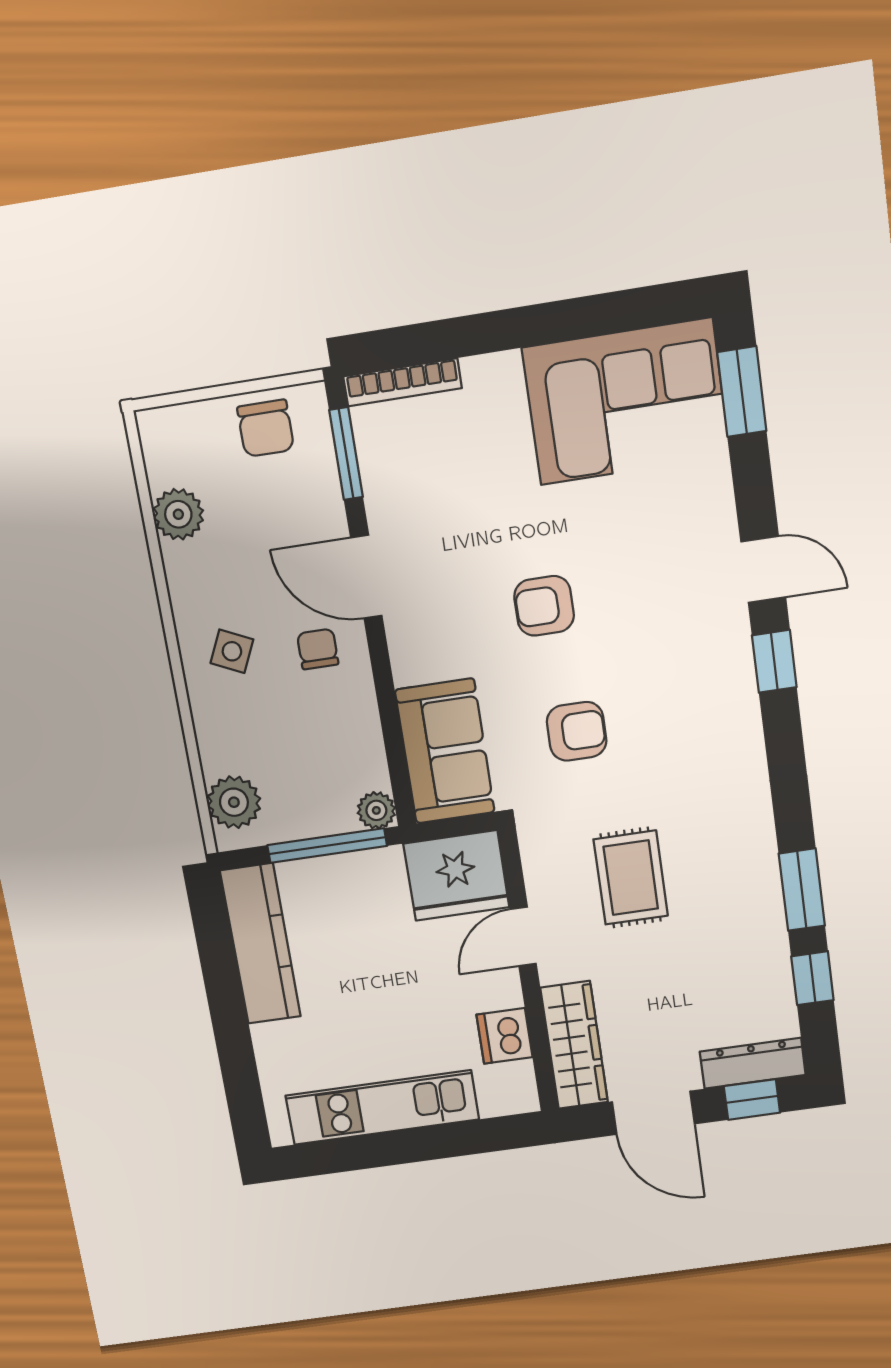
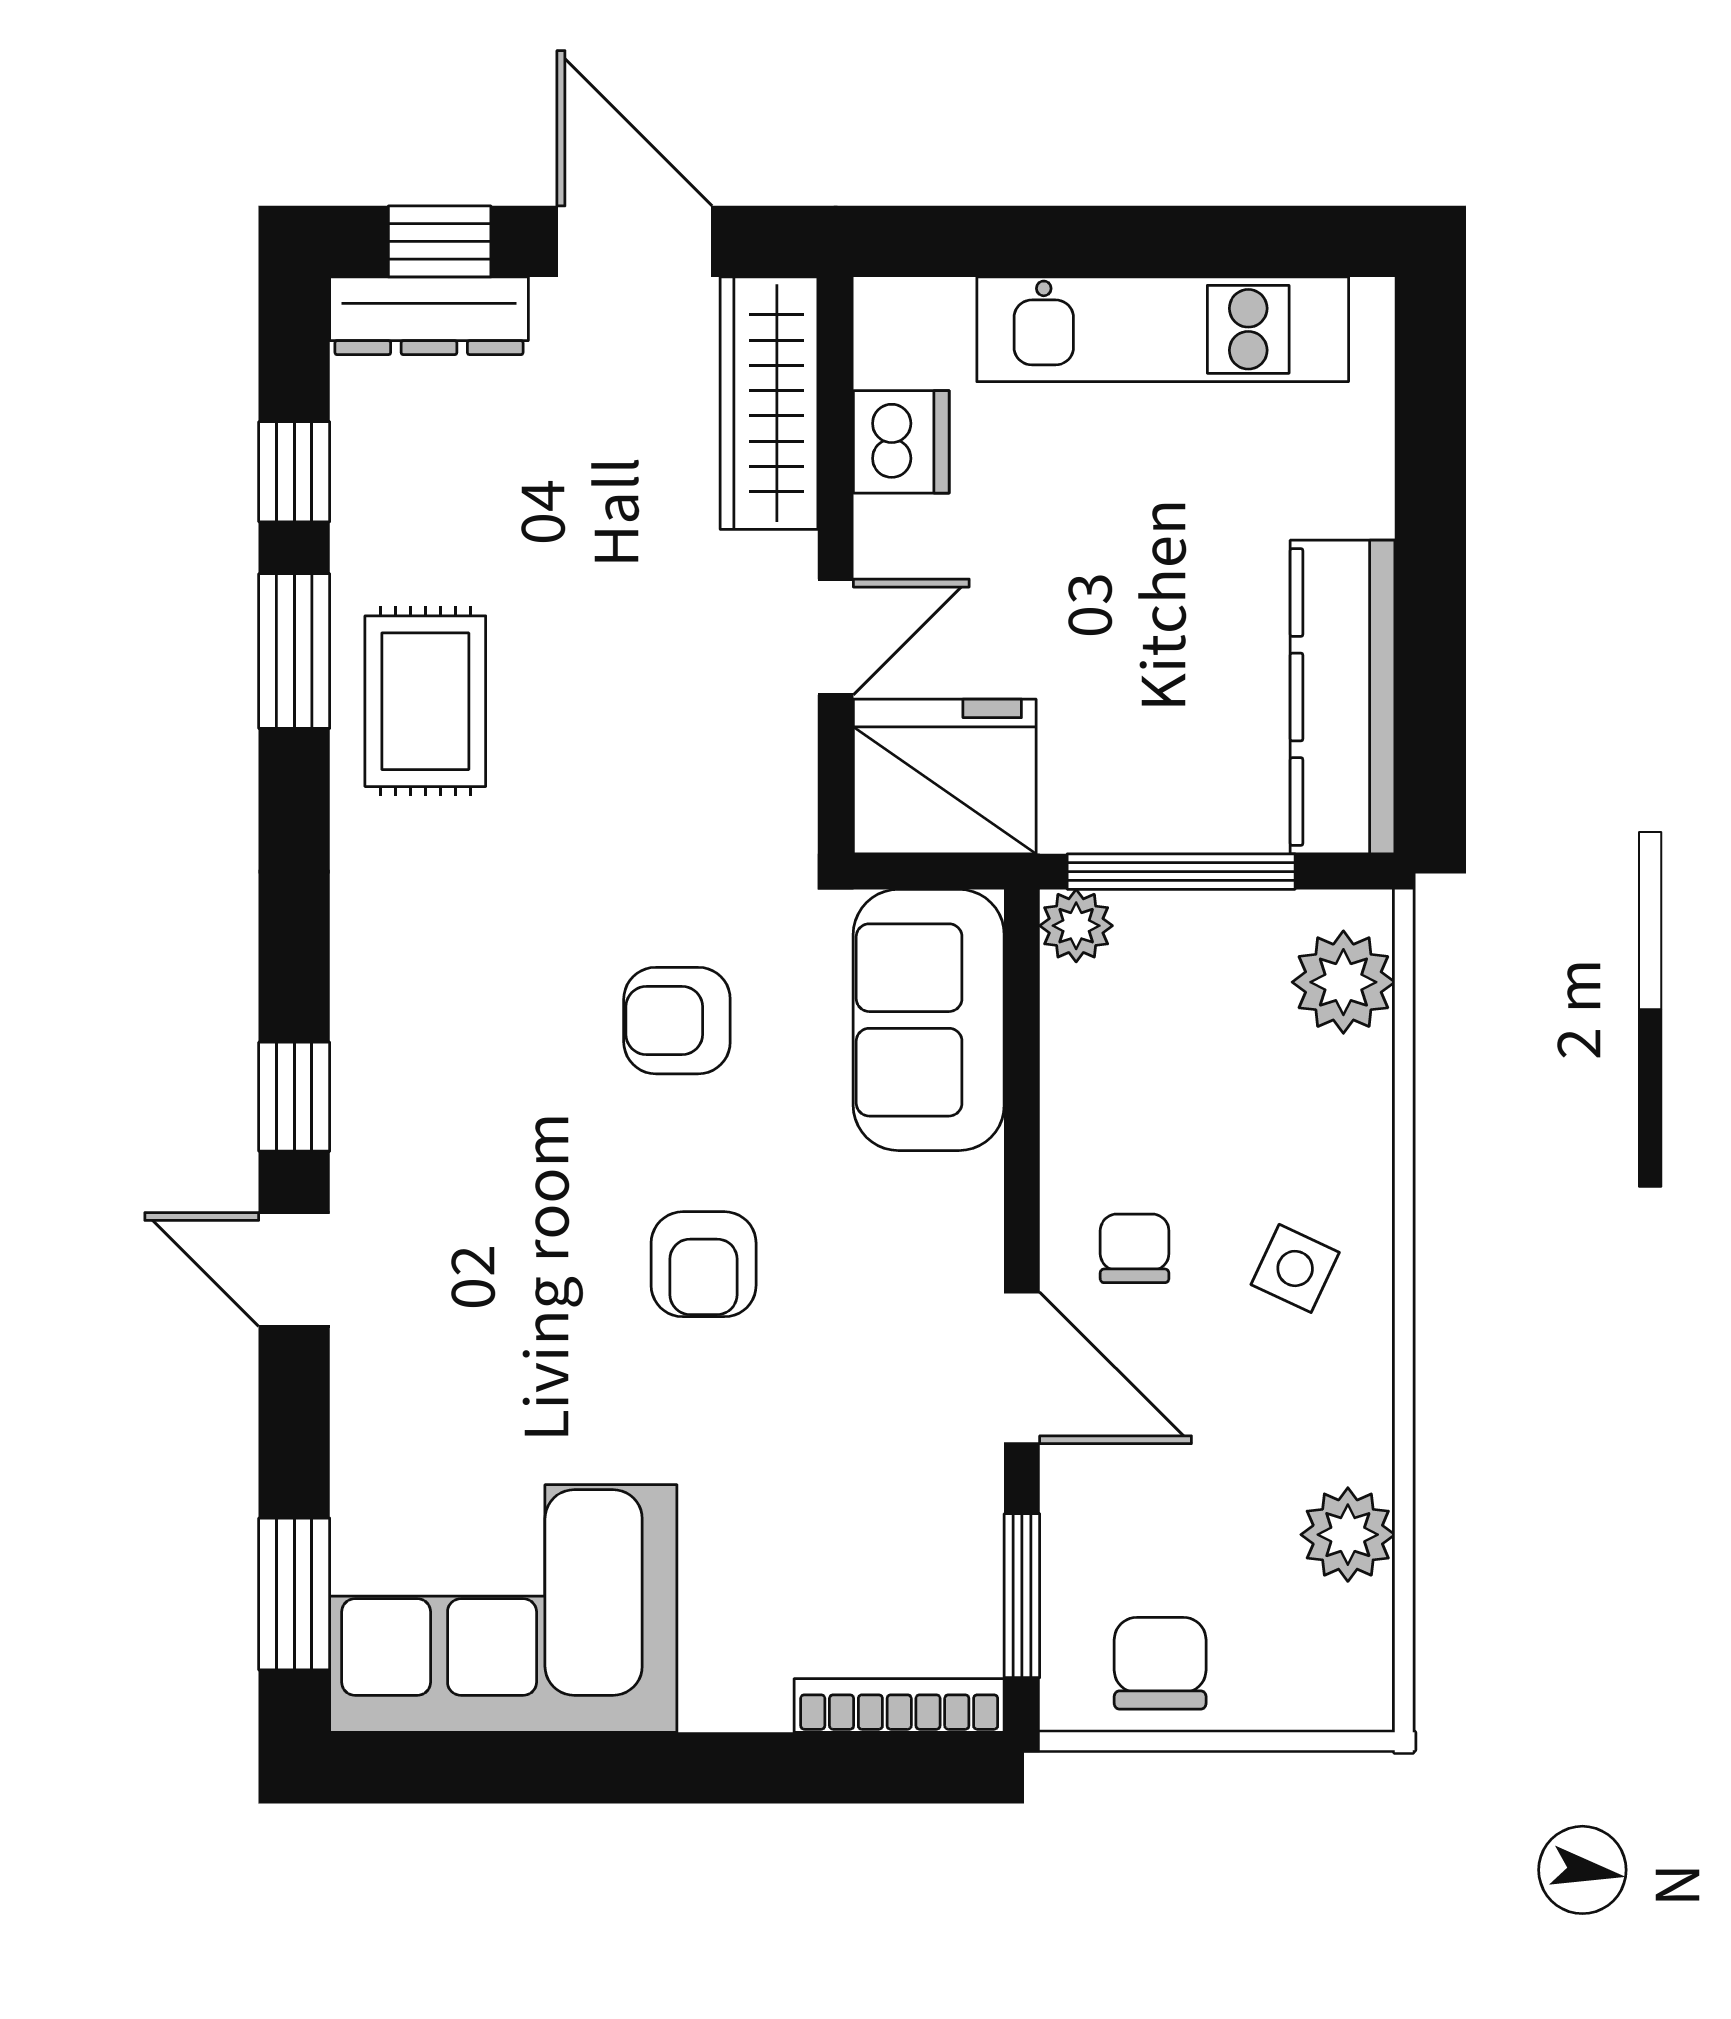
armchair: (544, 606) -> (704, 1264), turned 90
chair: (318, 649) -> (1135, 1248), turned 180
rug: (631, 878) -> (425, 701), moved

